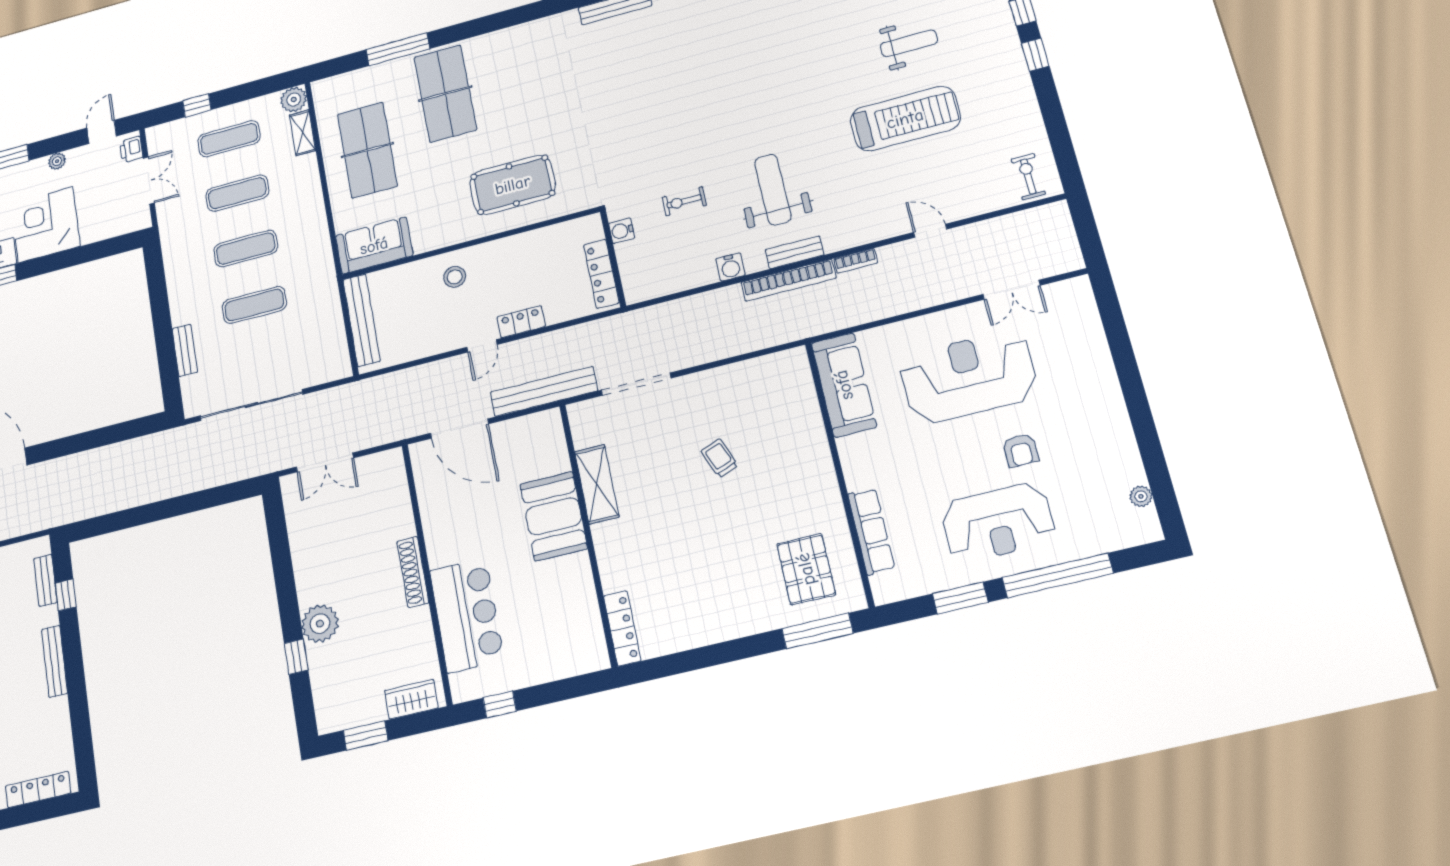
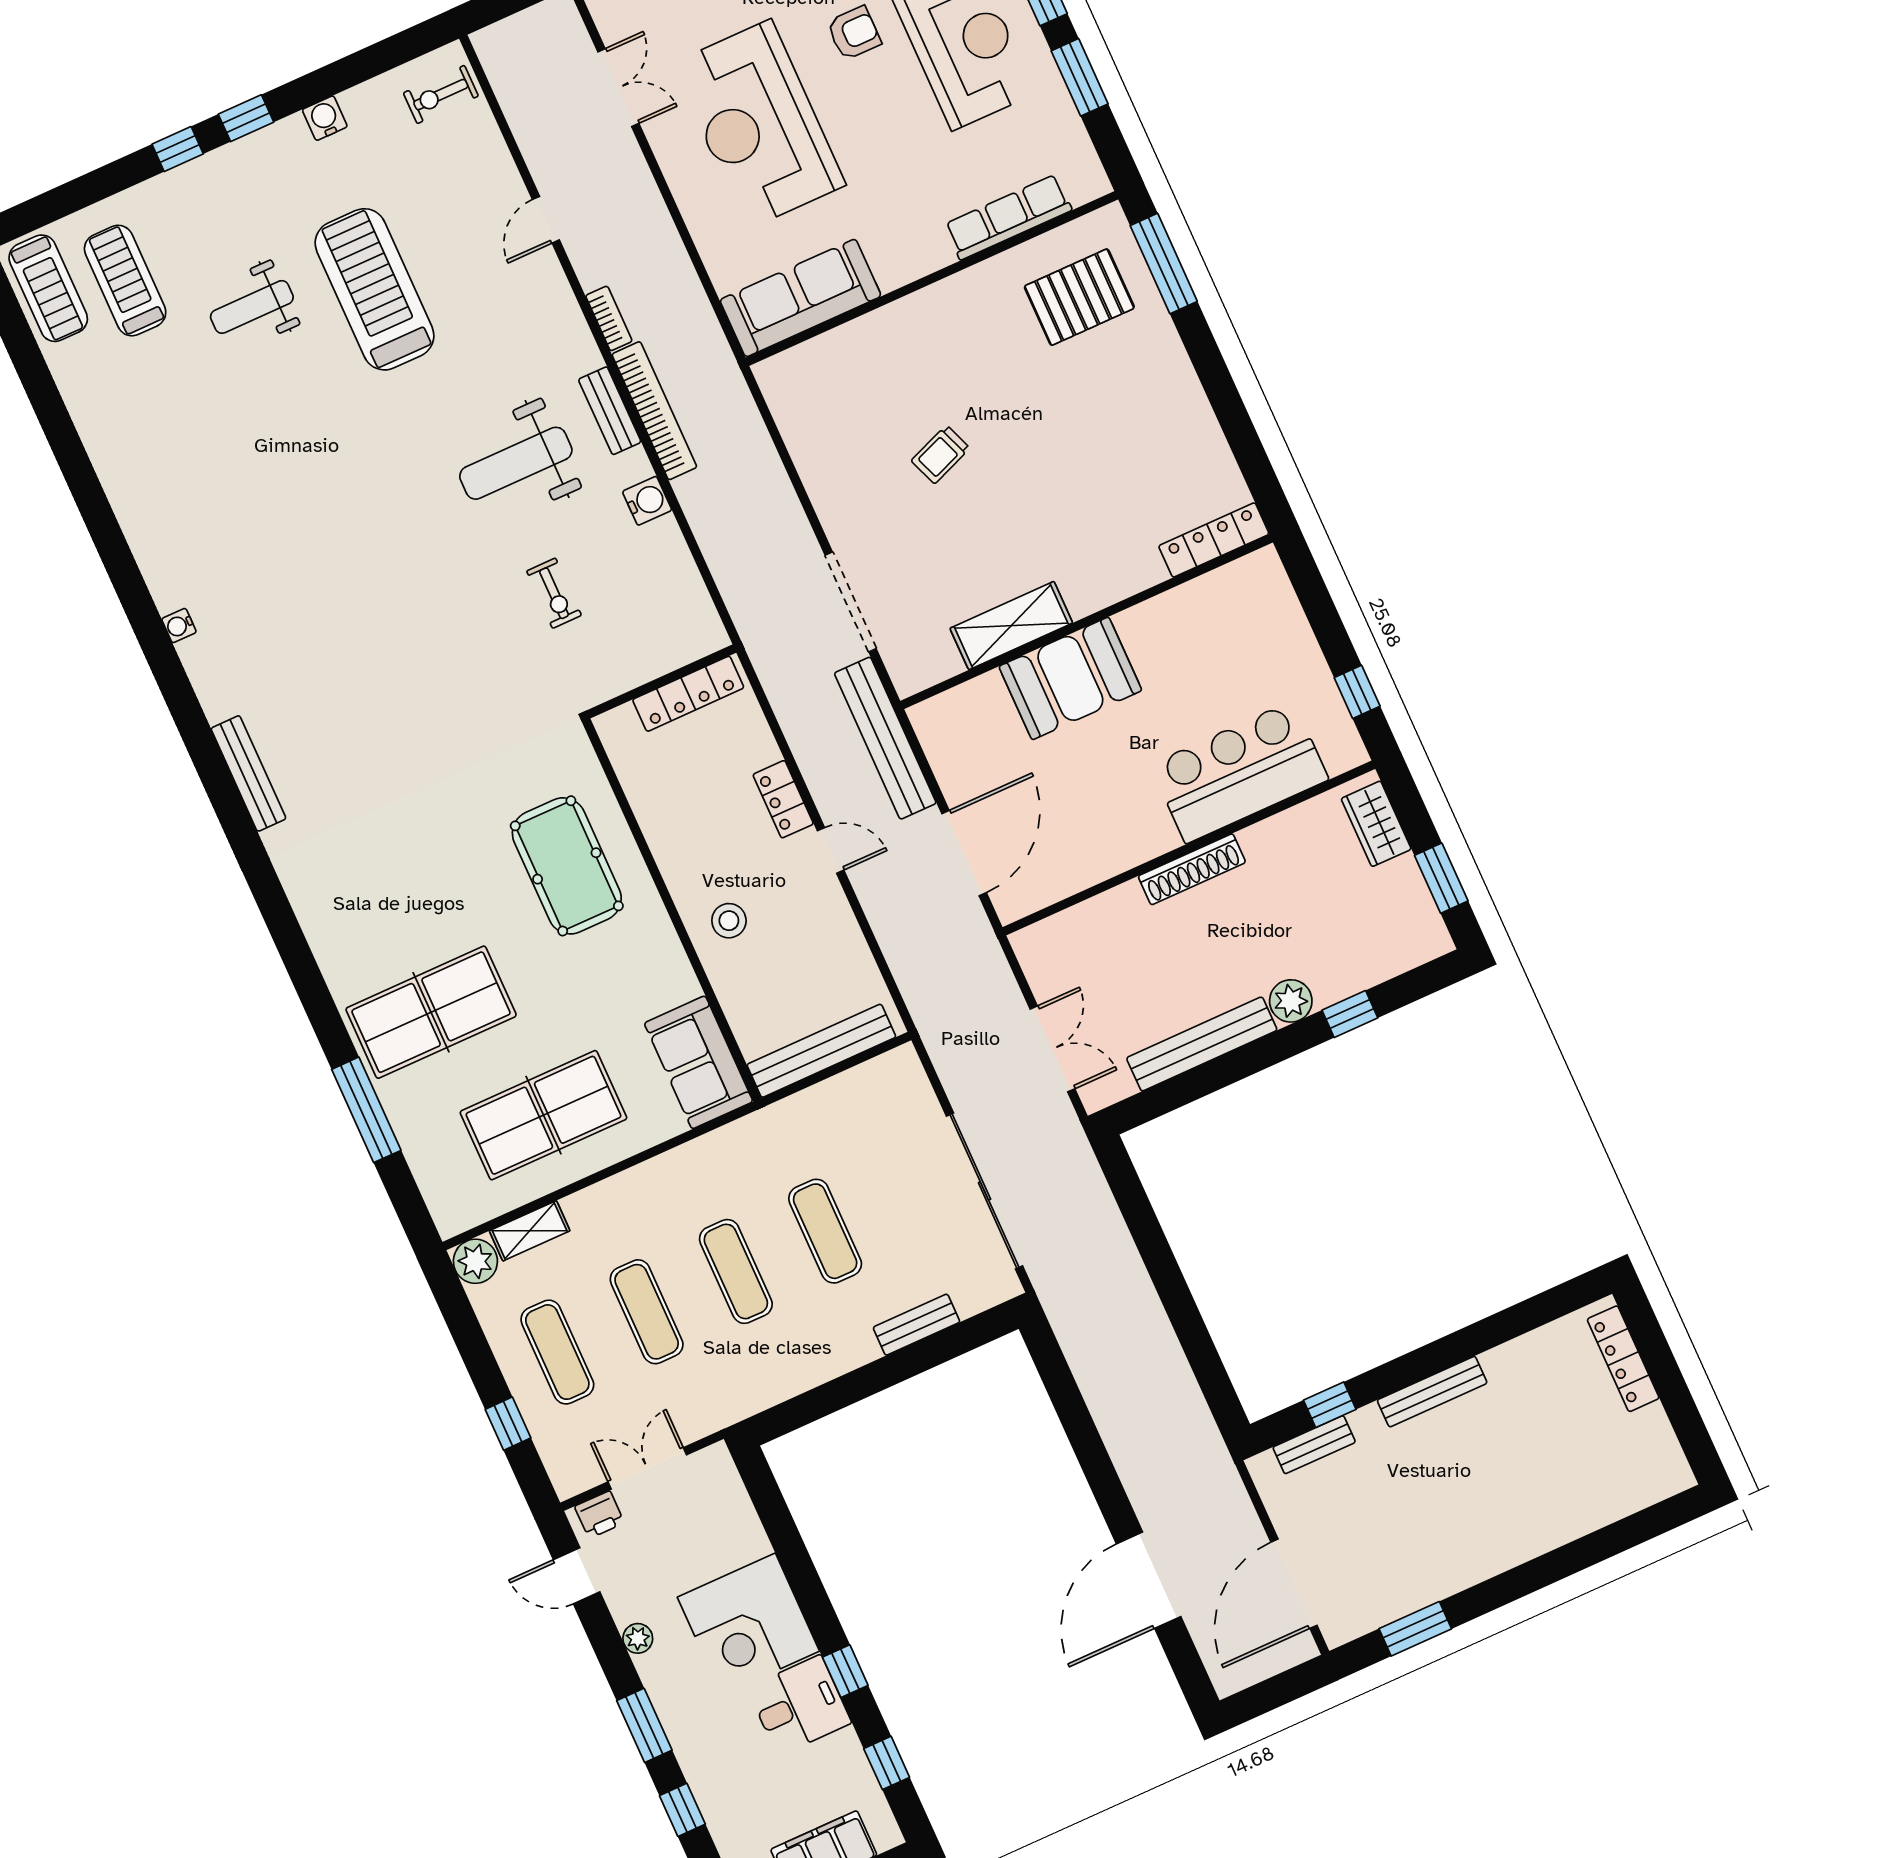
weight bench: (909, 43) -> (252, 307), turned -90
water cooler: (622, 231) -> (325, 118), moved, turned 180
bench: (303, 557) -> (1202, 1044), added
plant: (320, 624) -> (1291, 1001), width x0.73, depth x0.73

